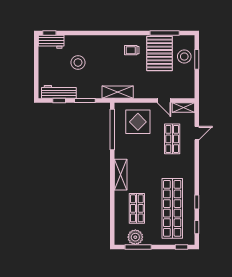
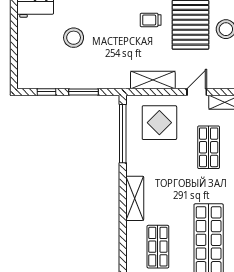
workbench: (59, 92) -> (46, 80), removed
shelving: (118, 92) -> (153, 80), moved
door: (164, 100) -> (197, 92), swing flipped

